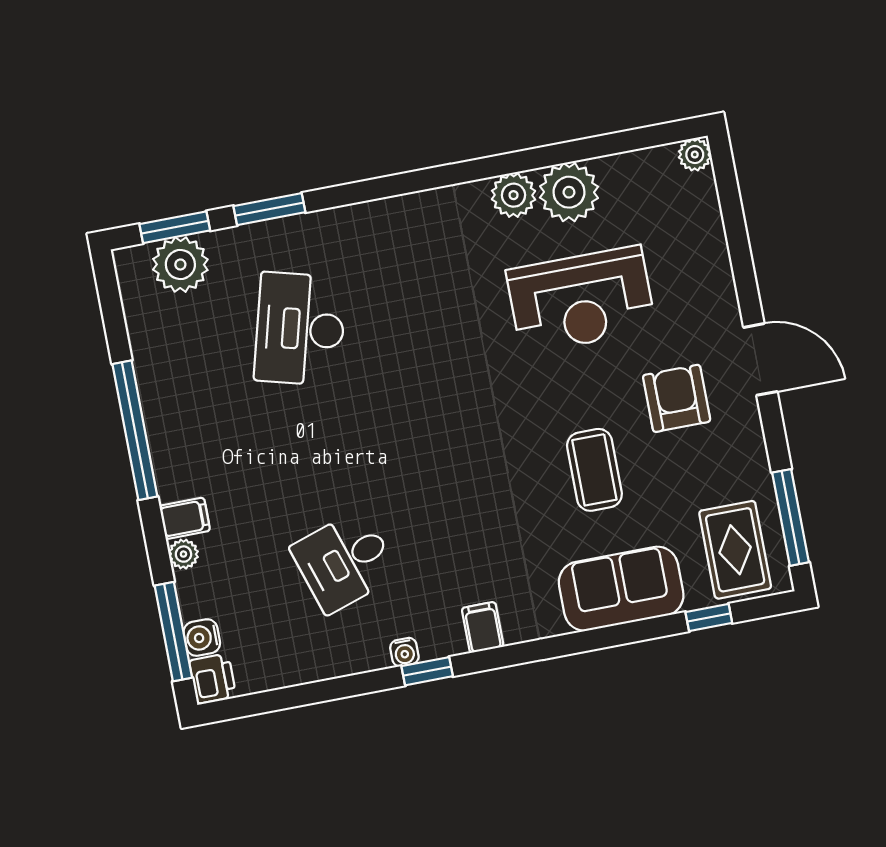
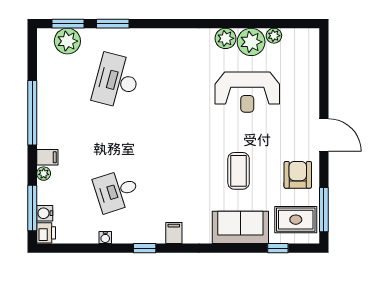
plant: (695, 155) -> (274, 36), moved
armchair: (677, 398) -> (298, 175), moved
rug: (735, 550) -> (296, 220), turned 90
water cooler: (404, 652) -> (105, 237), moved

